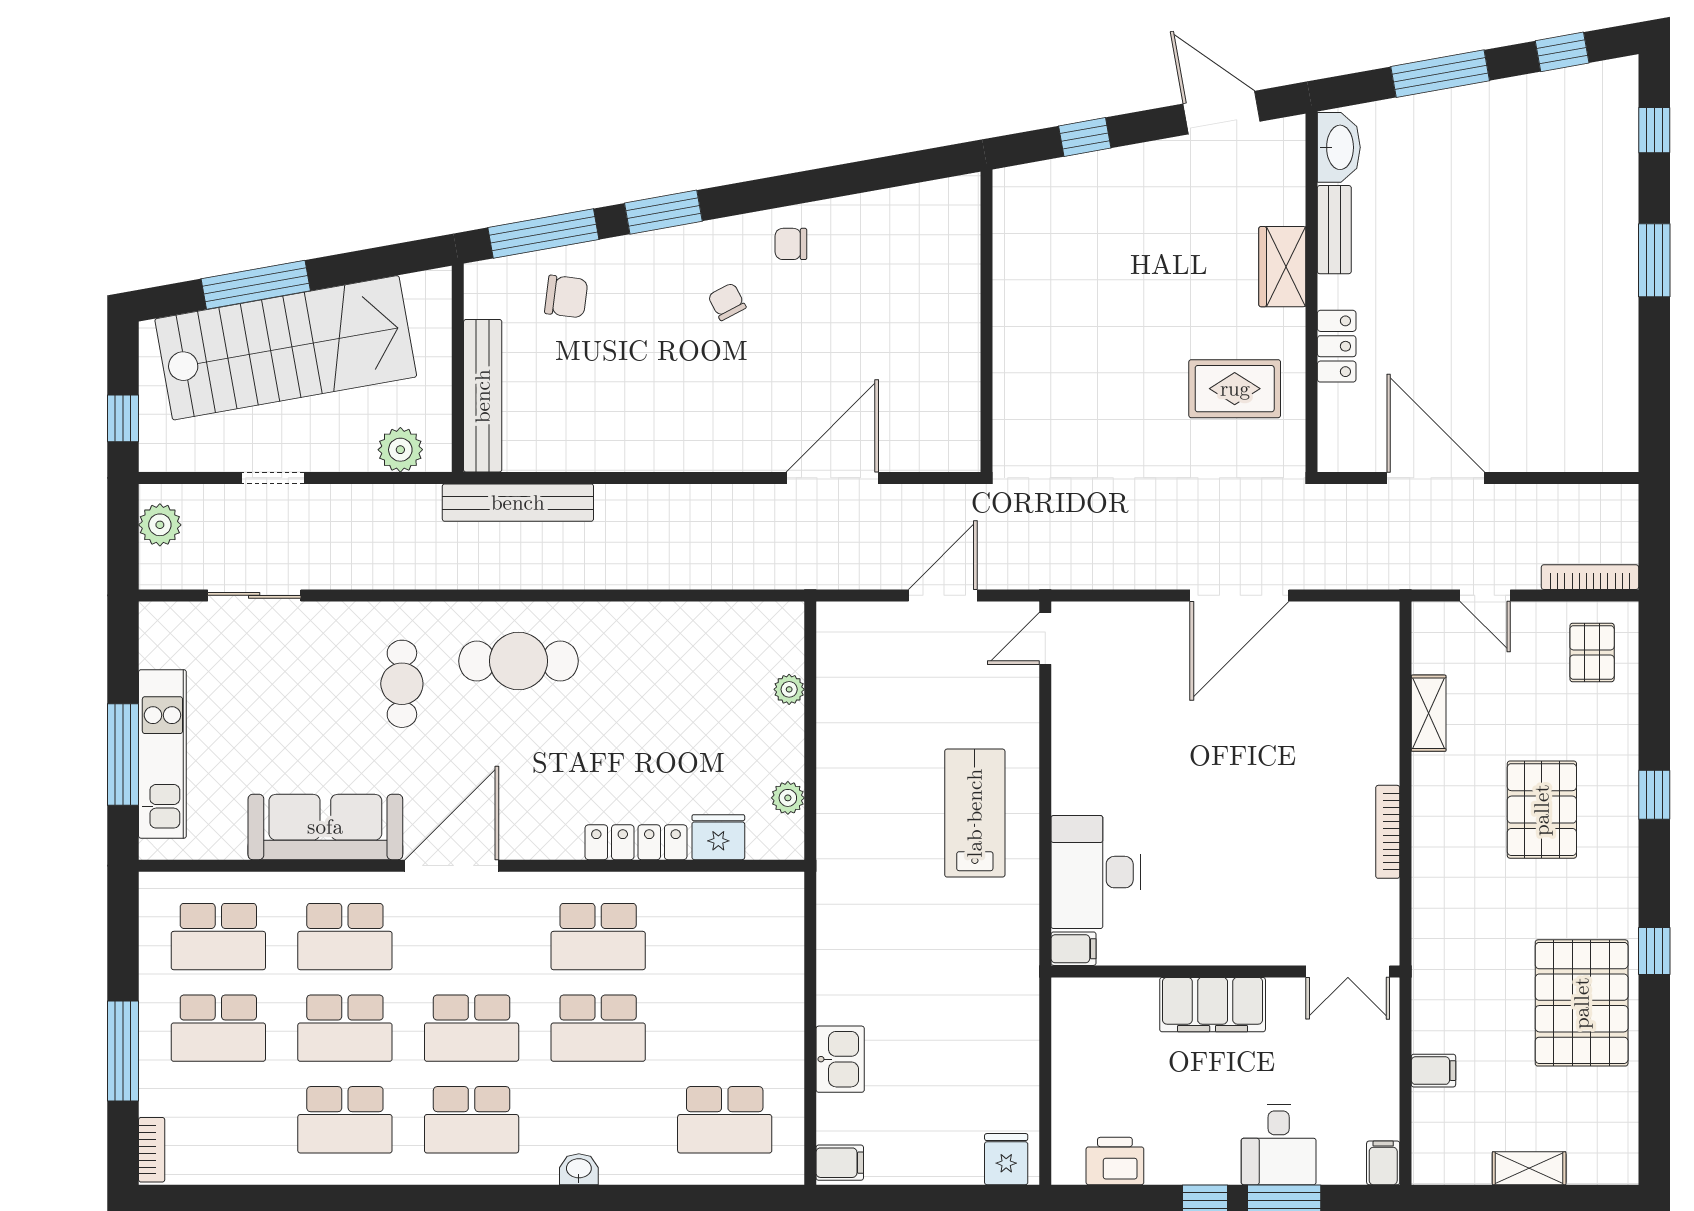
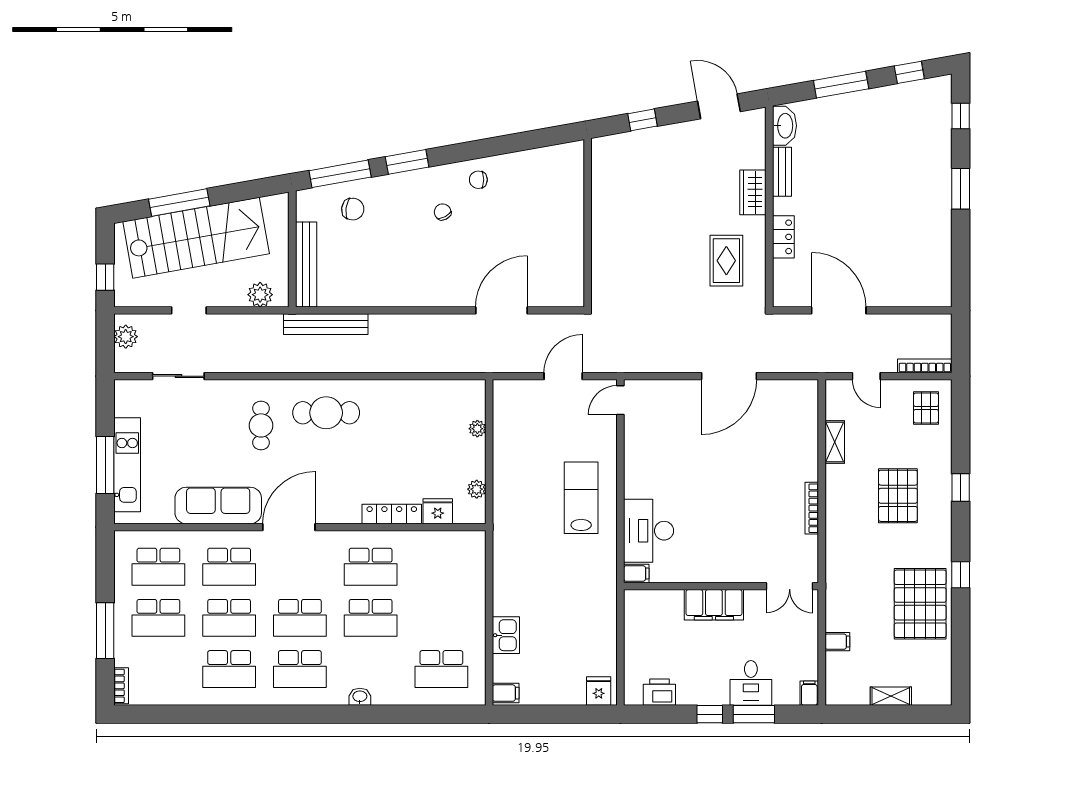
rug: (1235, 389) -> (726, 261), turned 90

